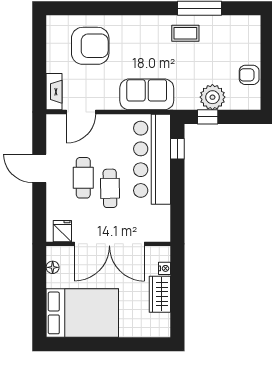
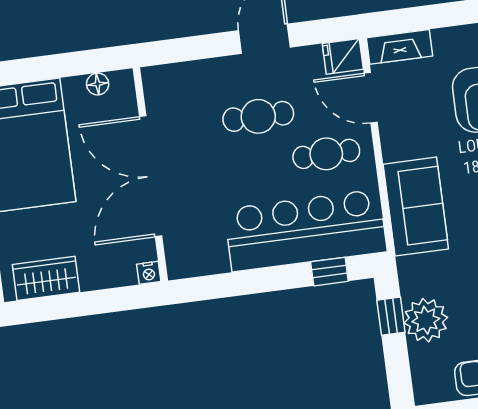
cafe table: (110, 188) -> (326, 154), moved
fridge: (62, 231) -> (343, 56), moved, turned 180
nightstand: (165, 268) -> (149, 273), moved
wardrobe: (160, 294) -> (46, 278), moved

